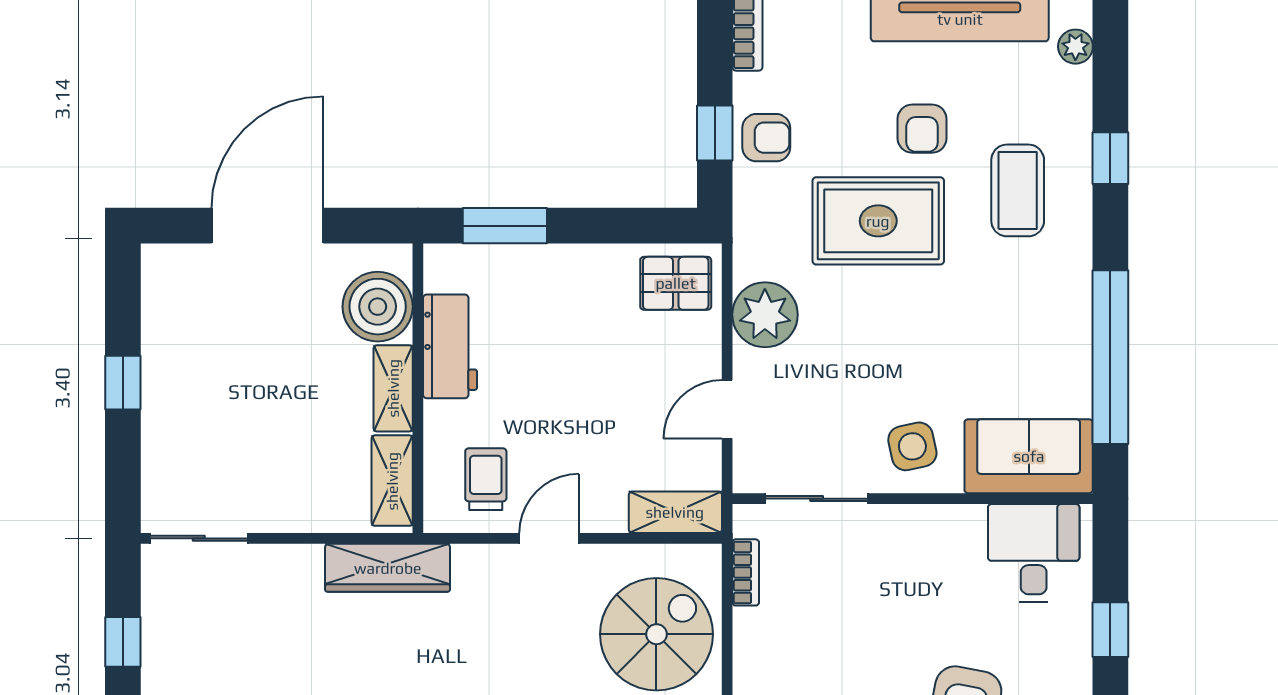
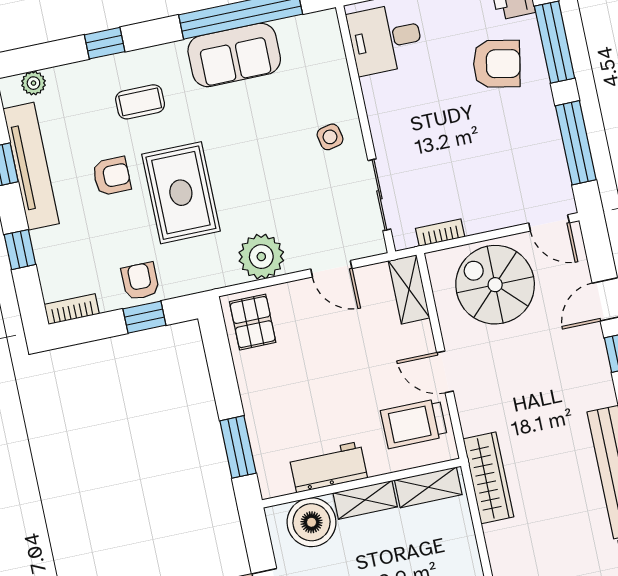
coffee table: (1018, 190) -> (140, 102), width x0.73, depth x0.77
side table: (912, 446) -> (330, 137), width x0.73, depth x0.73
sofa: (1029, 456) -> (234, 55), moved, turned -90
trolley: (486, 479) -> (414, 424), width x1.36, depth x1.39

